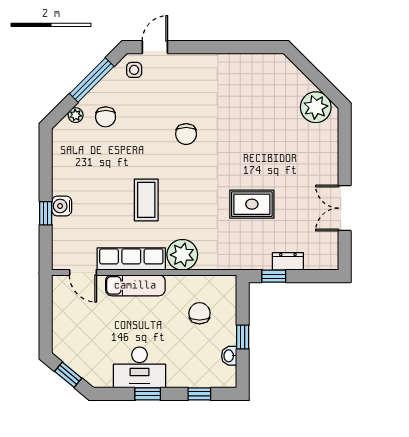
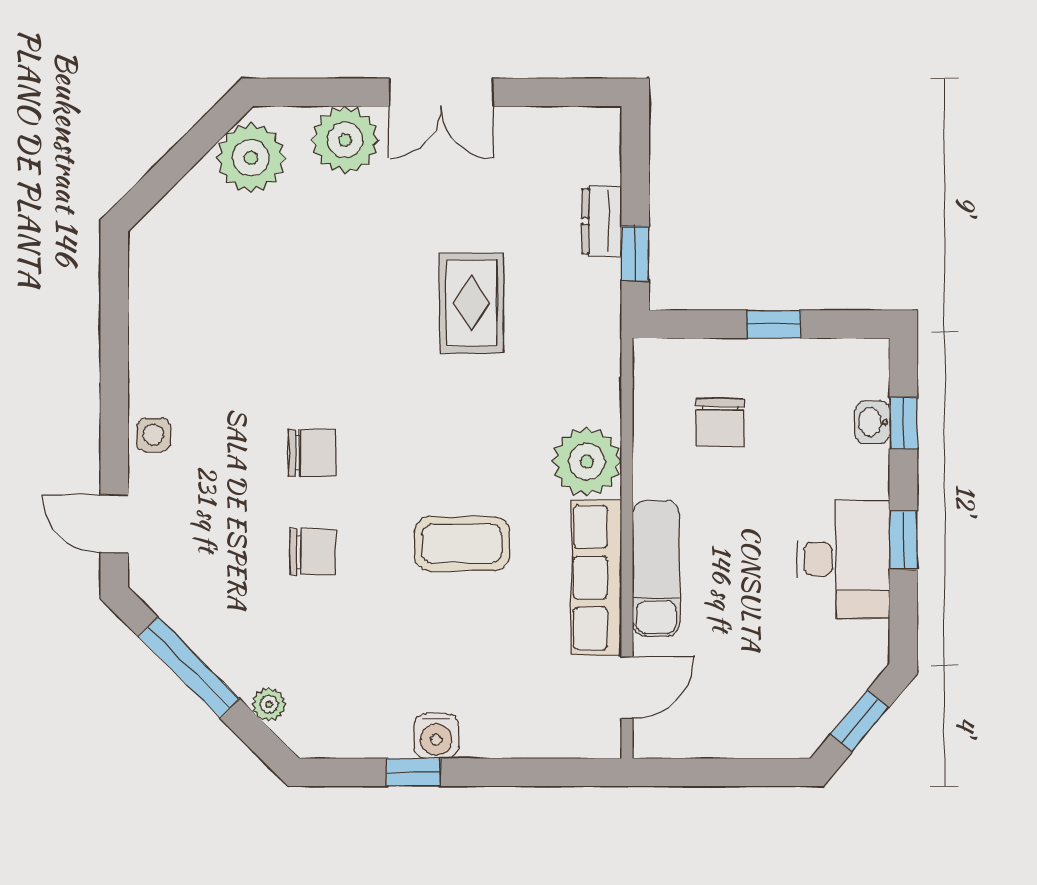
side table: (134, 70) -> (153, 435), moved
chair: (106, 117) -> (312, 552), moved
plant: (324, 149) -> (345, 140), added
water cooler: (62, 206) -> (436, 736), moved
double door: (345, 208) -> (441, 92), moved
window: (46, 213) -> (413, 772), moved
chair: (199, 313) -> (720, 422), turned -90
washbasin: (229, 356) -> (872, 422), moved, turned 90

